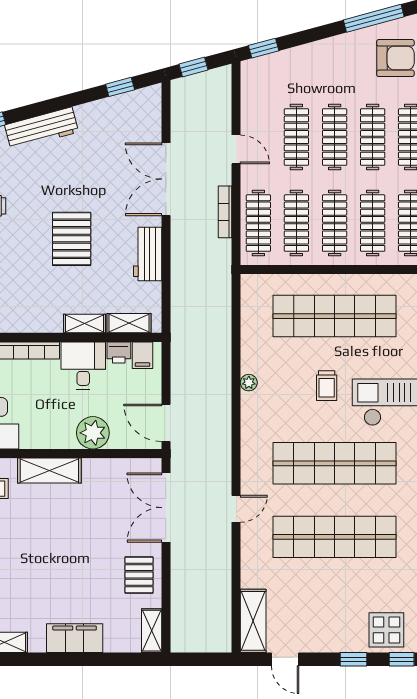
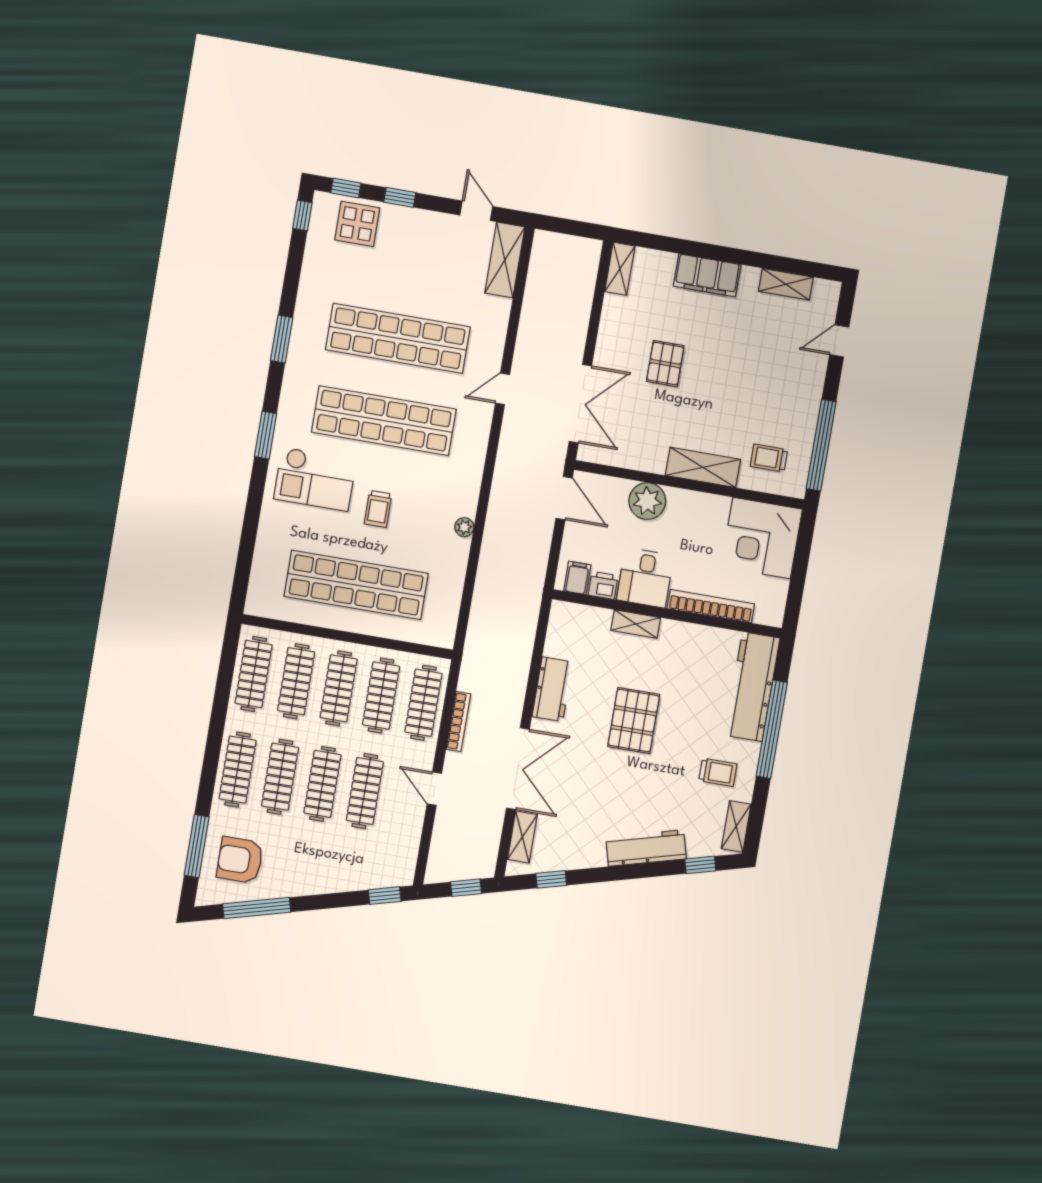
shelving: (129, 323) -> (522, 837), moved, turned 90
trolley: (327, 386) -> (378, 509), turned 180
pallet: (139, 575) -> (665, 364), moved

